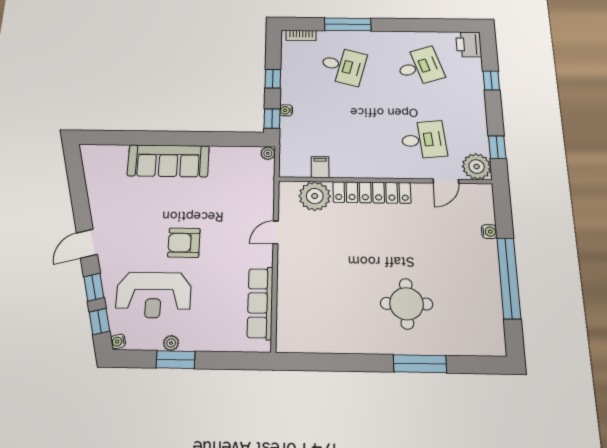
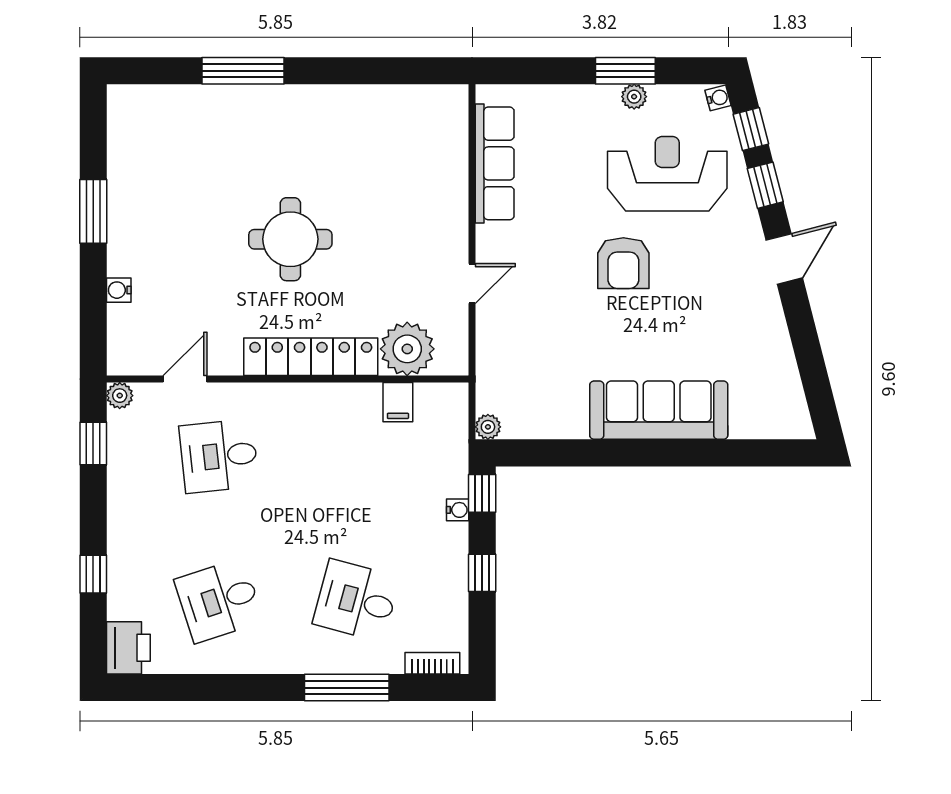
plant: (477, 167) -> (120, 396), width x0.53, depth x0.53
armchair: (184, 243) -> (623, 263), turned 90
window: (509, 278) -> (93, 211), width x0.47
round table: (407, 304) -> (290, 239), moved

